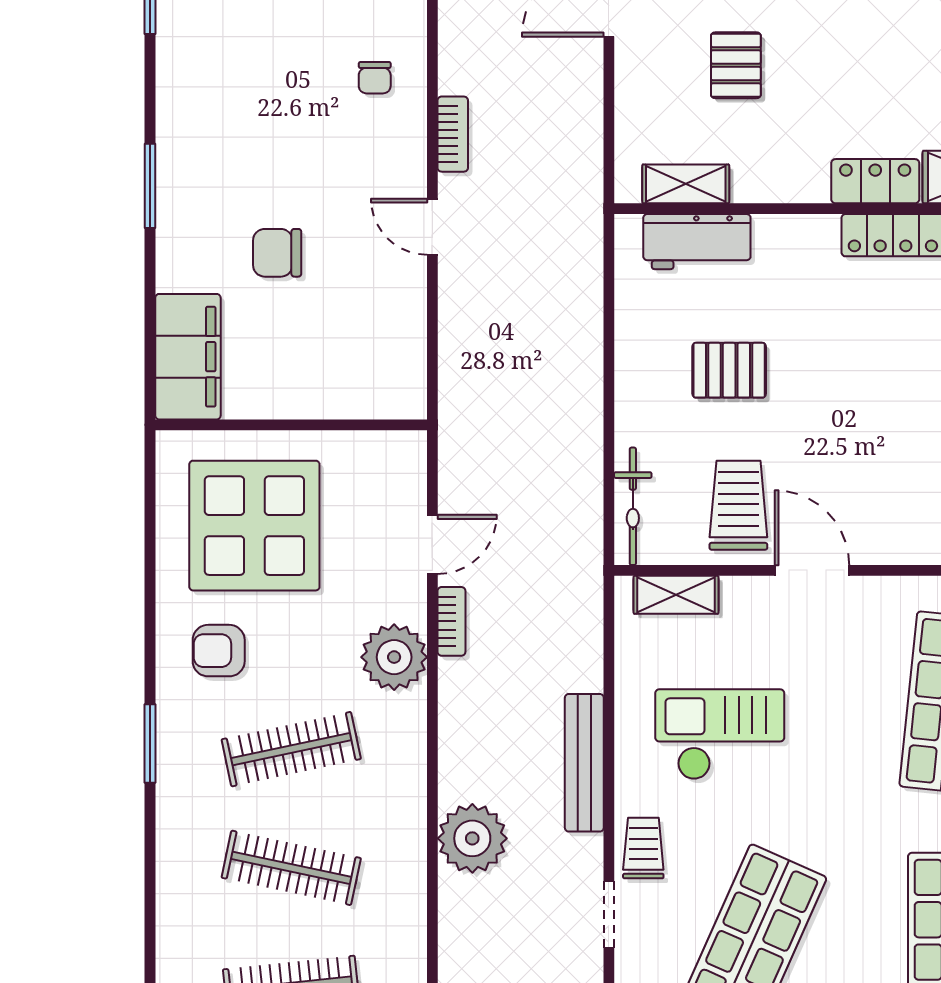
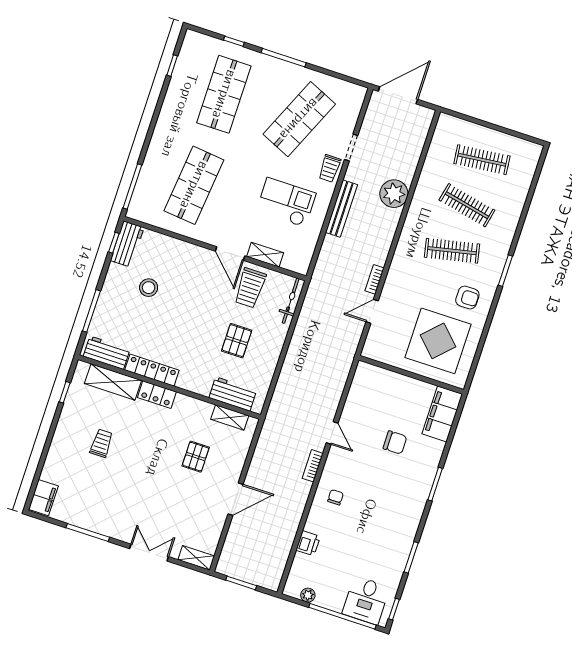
pallet: (729, 370) -> (237, 341), turned 90
shelving: (676, 595) -> (265, 255), moved
plant: (394, 657) -> (401, 273), removed
checkout: (720, 734) -> (286, 202), turned 180

